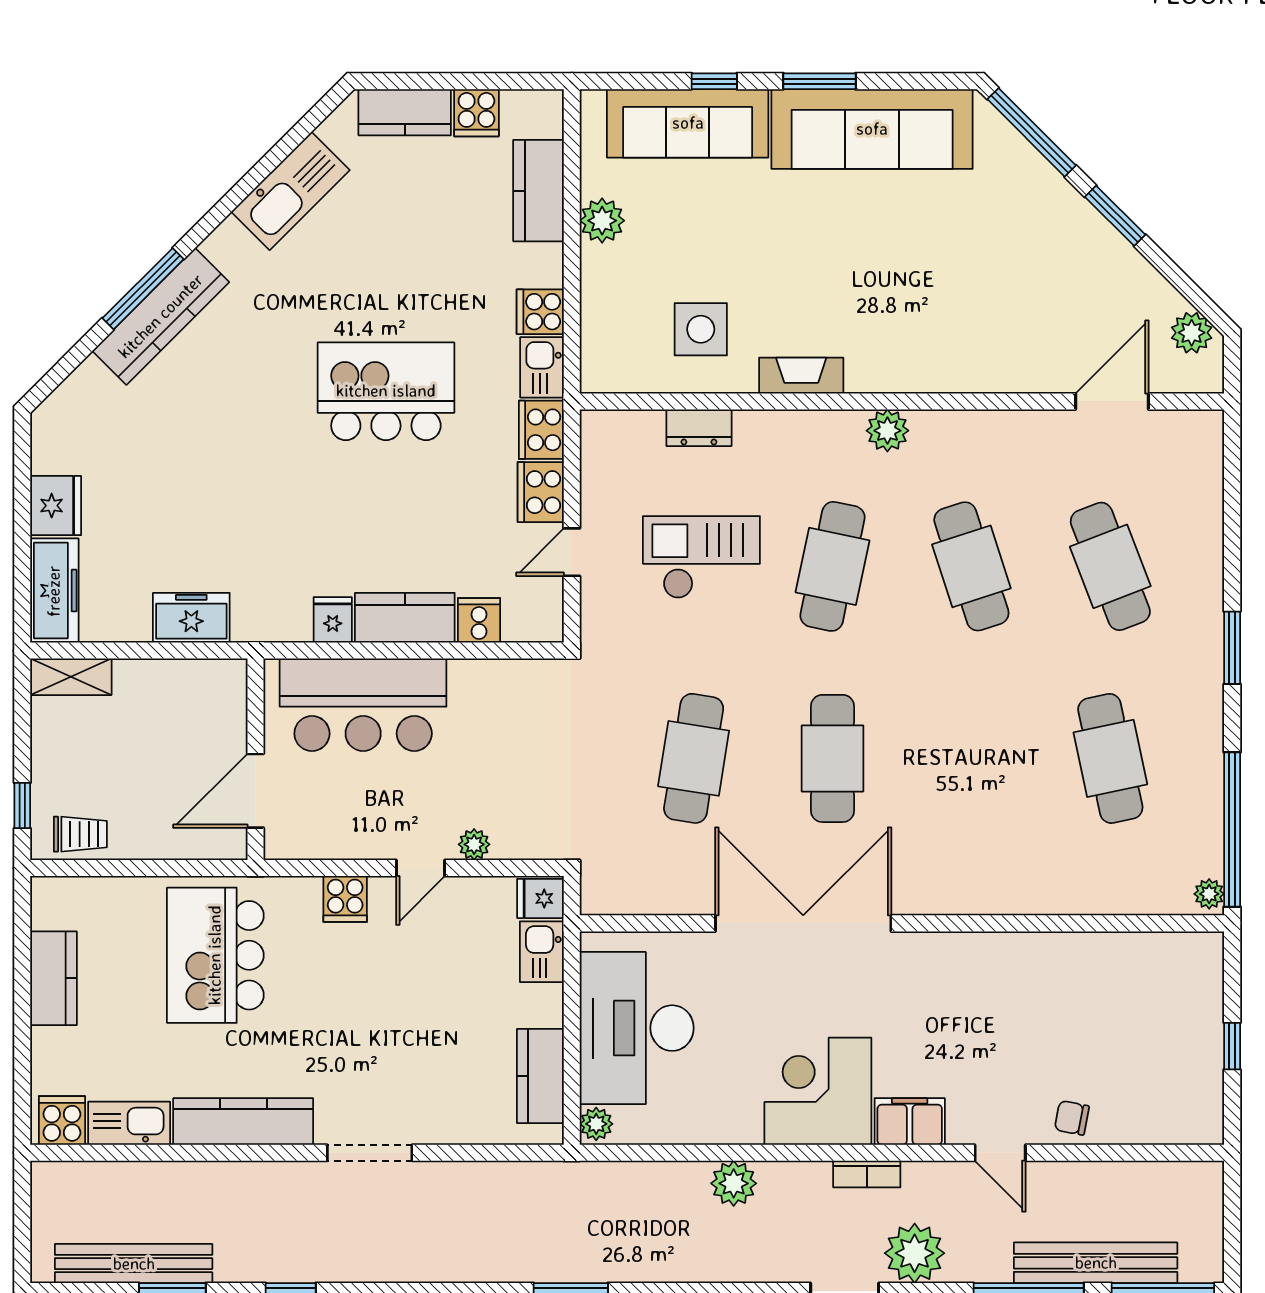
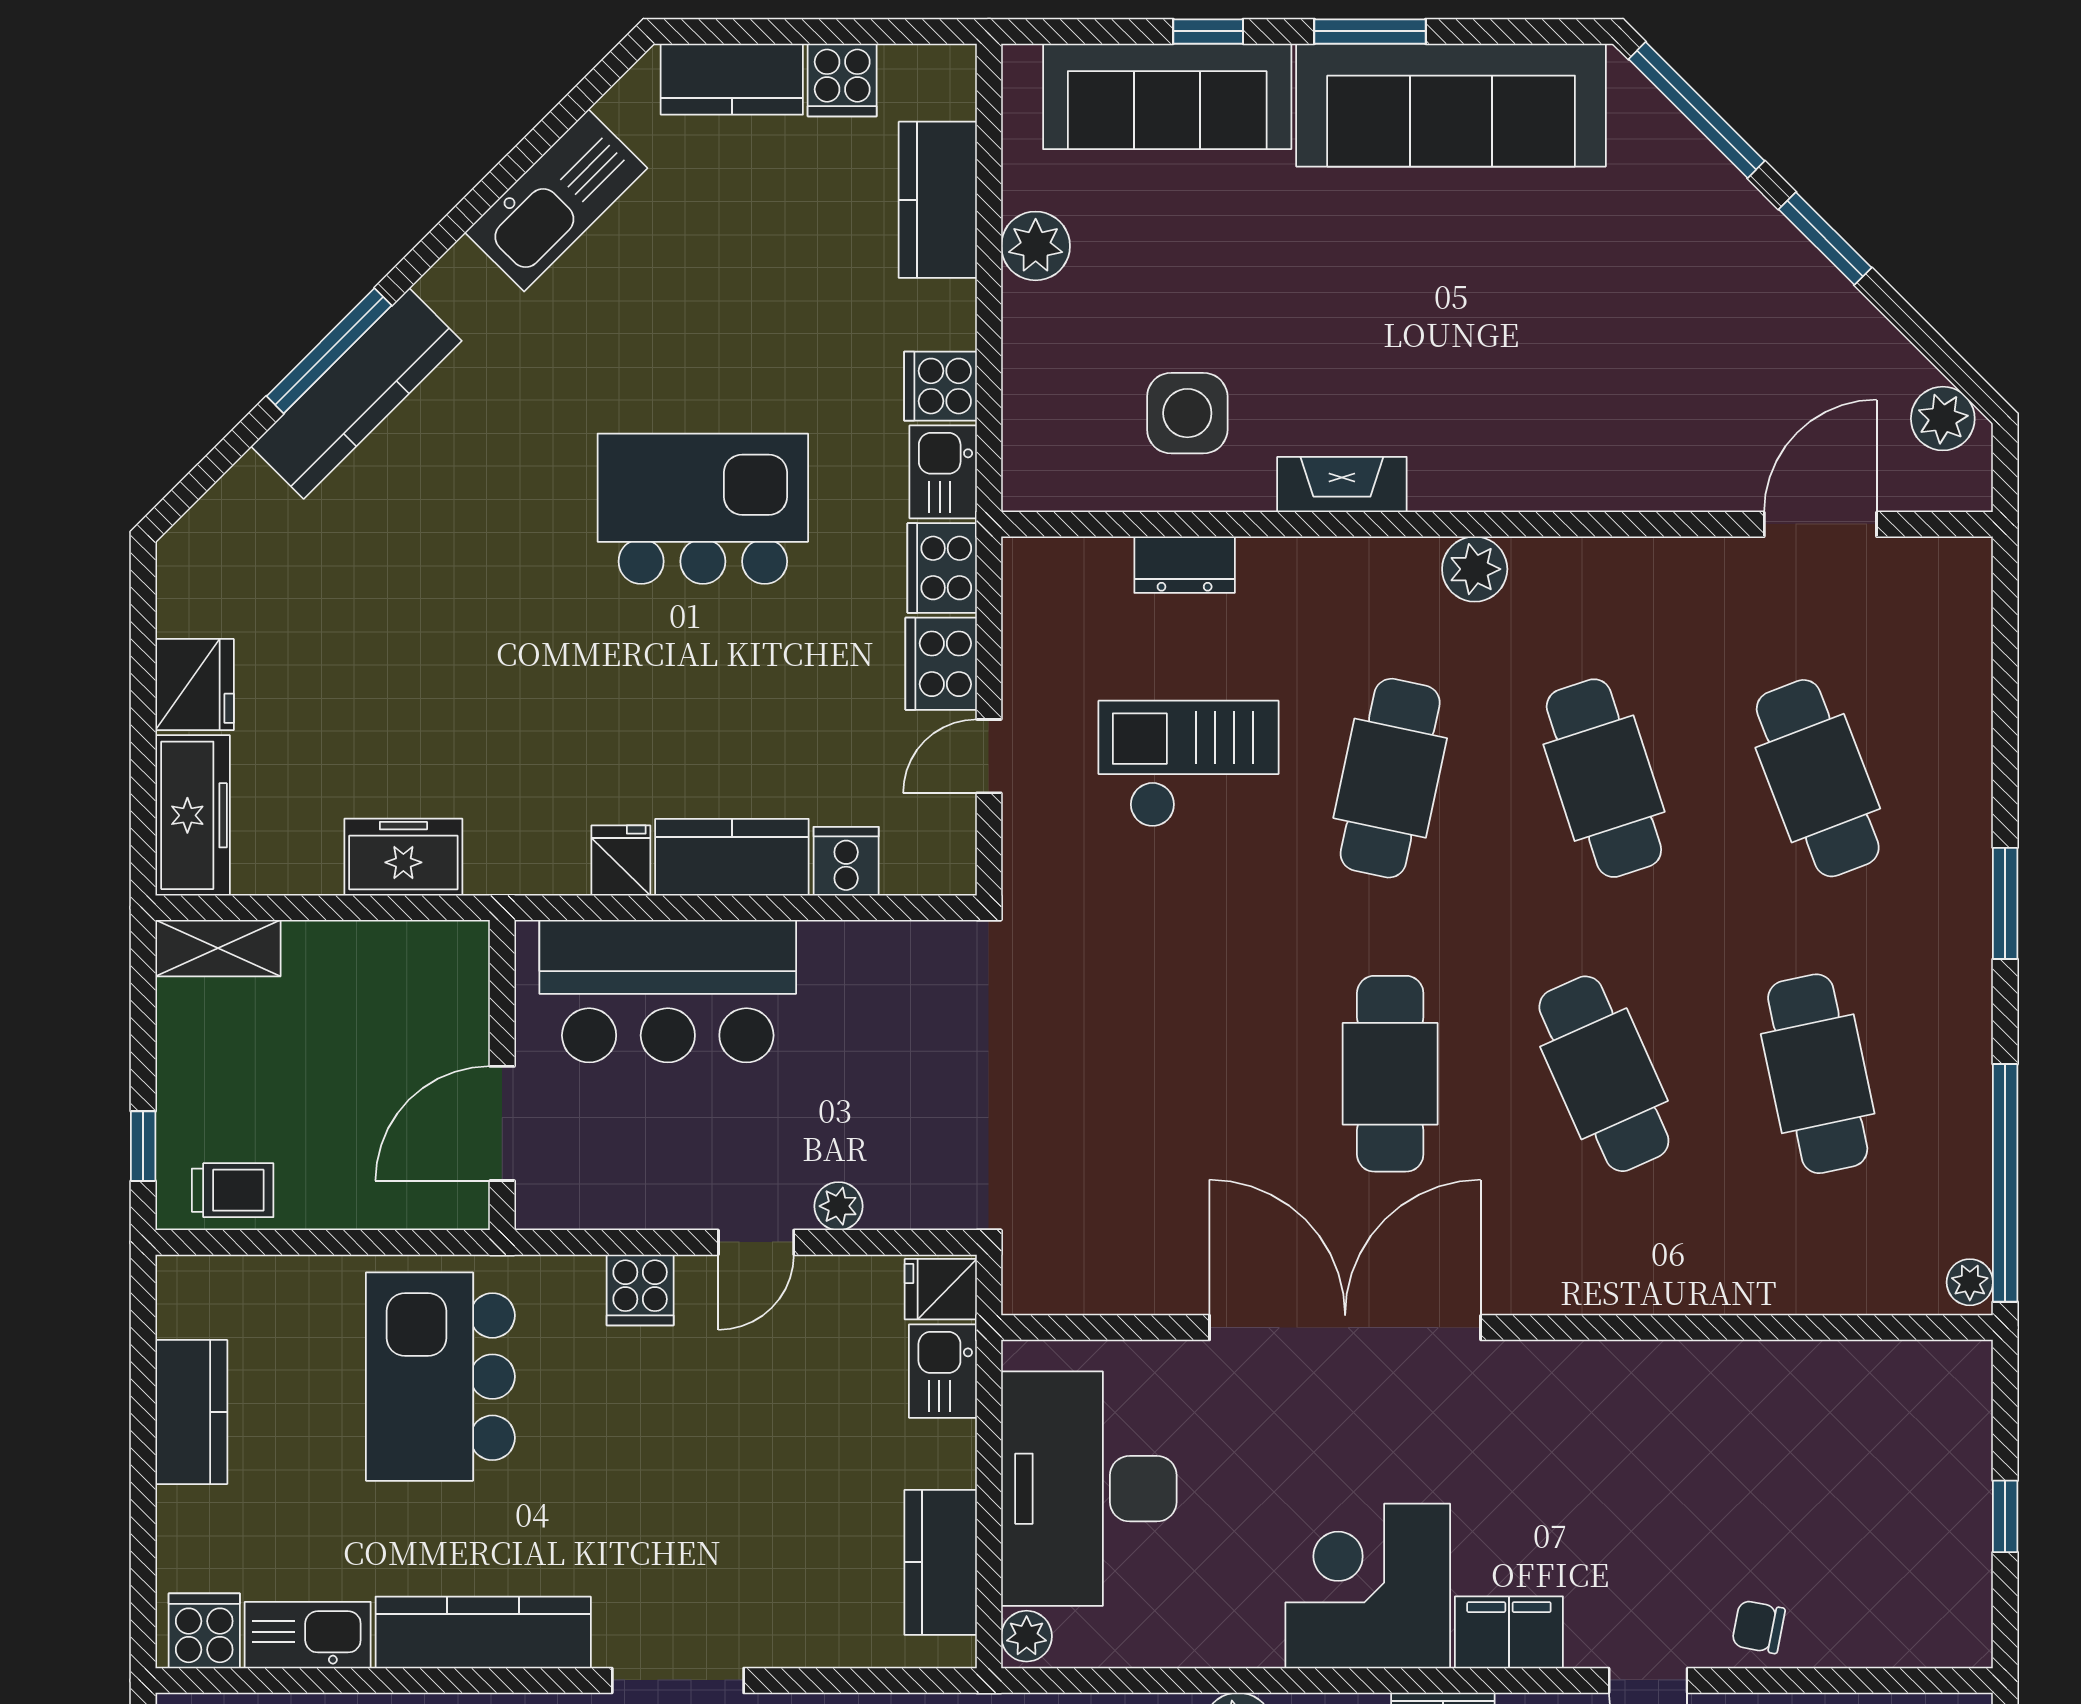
cafe table: (694, 758) -> (1604, 1074), moved, turned -33

